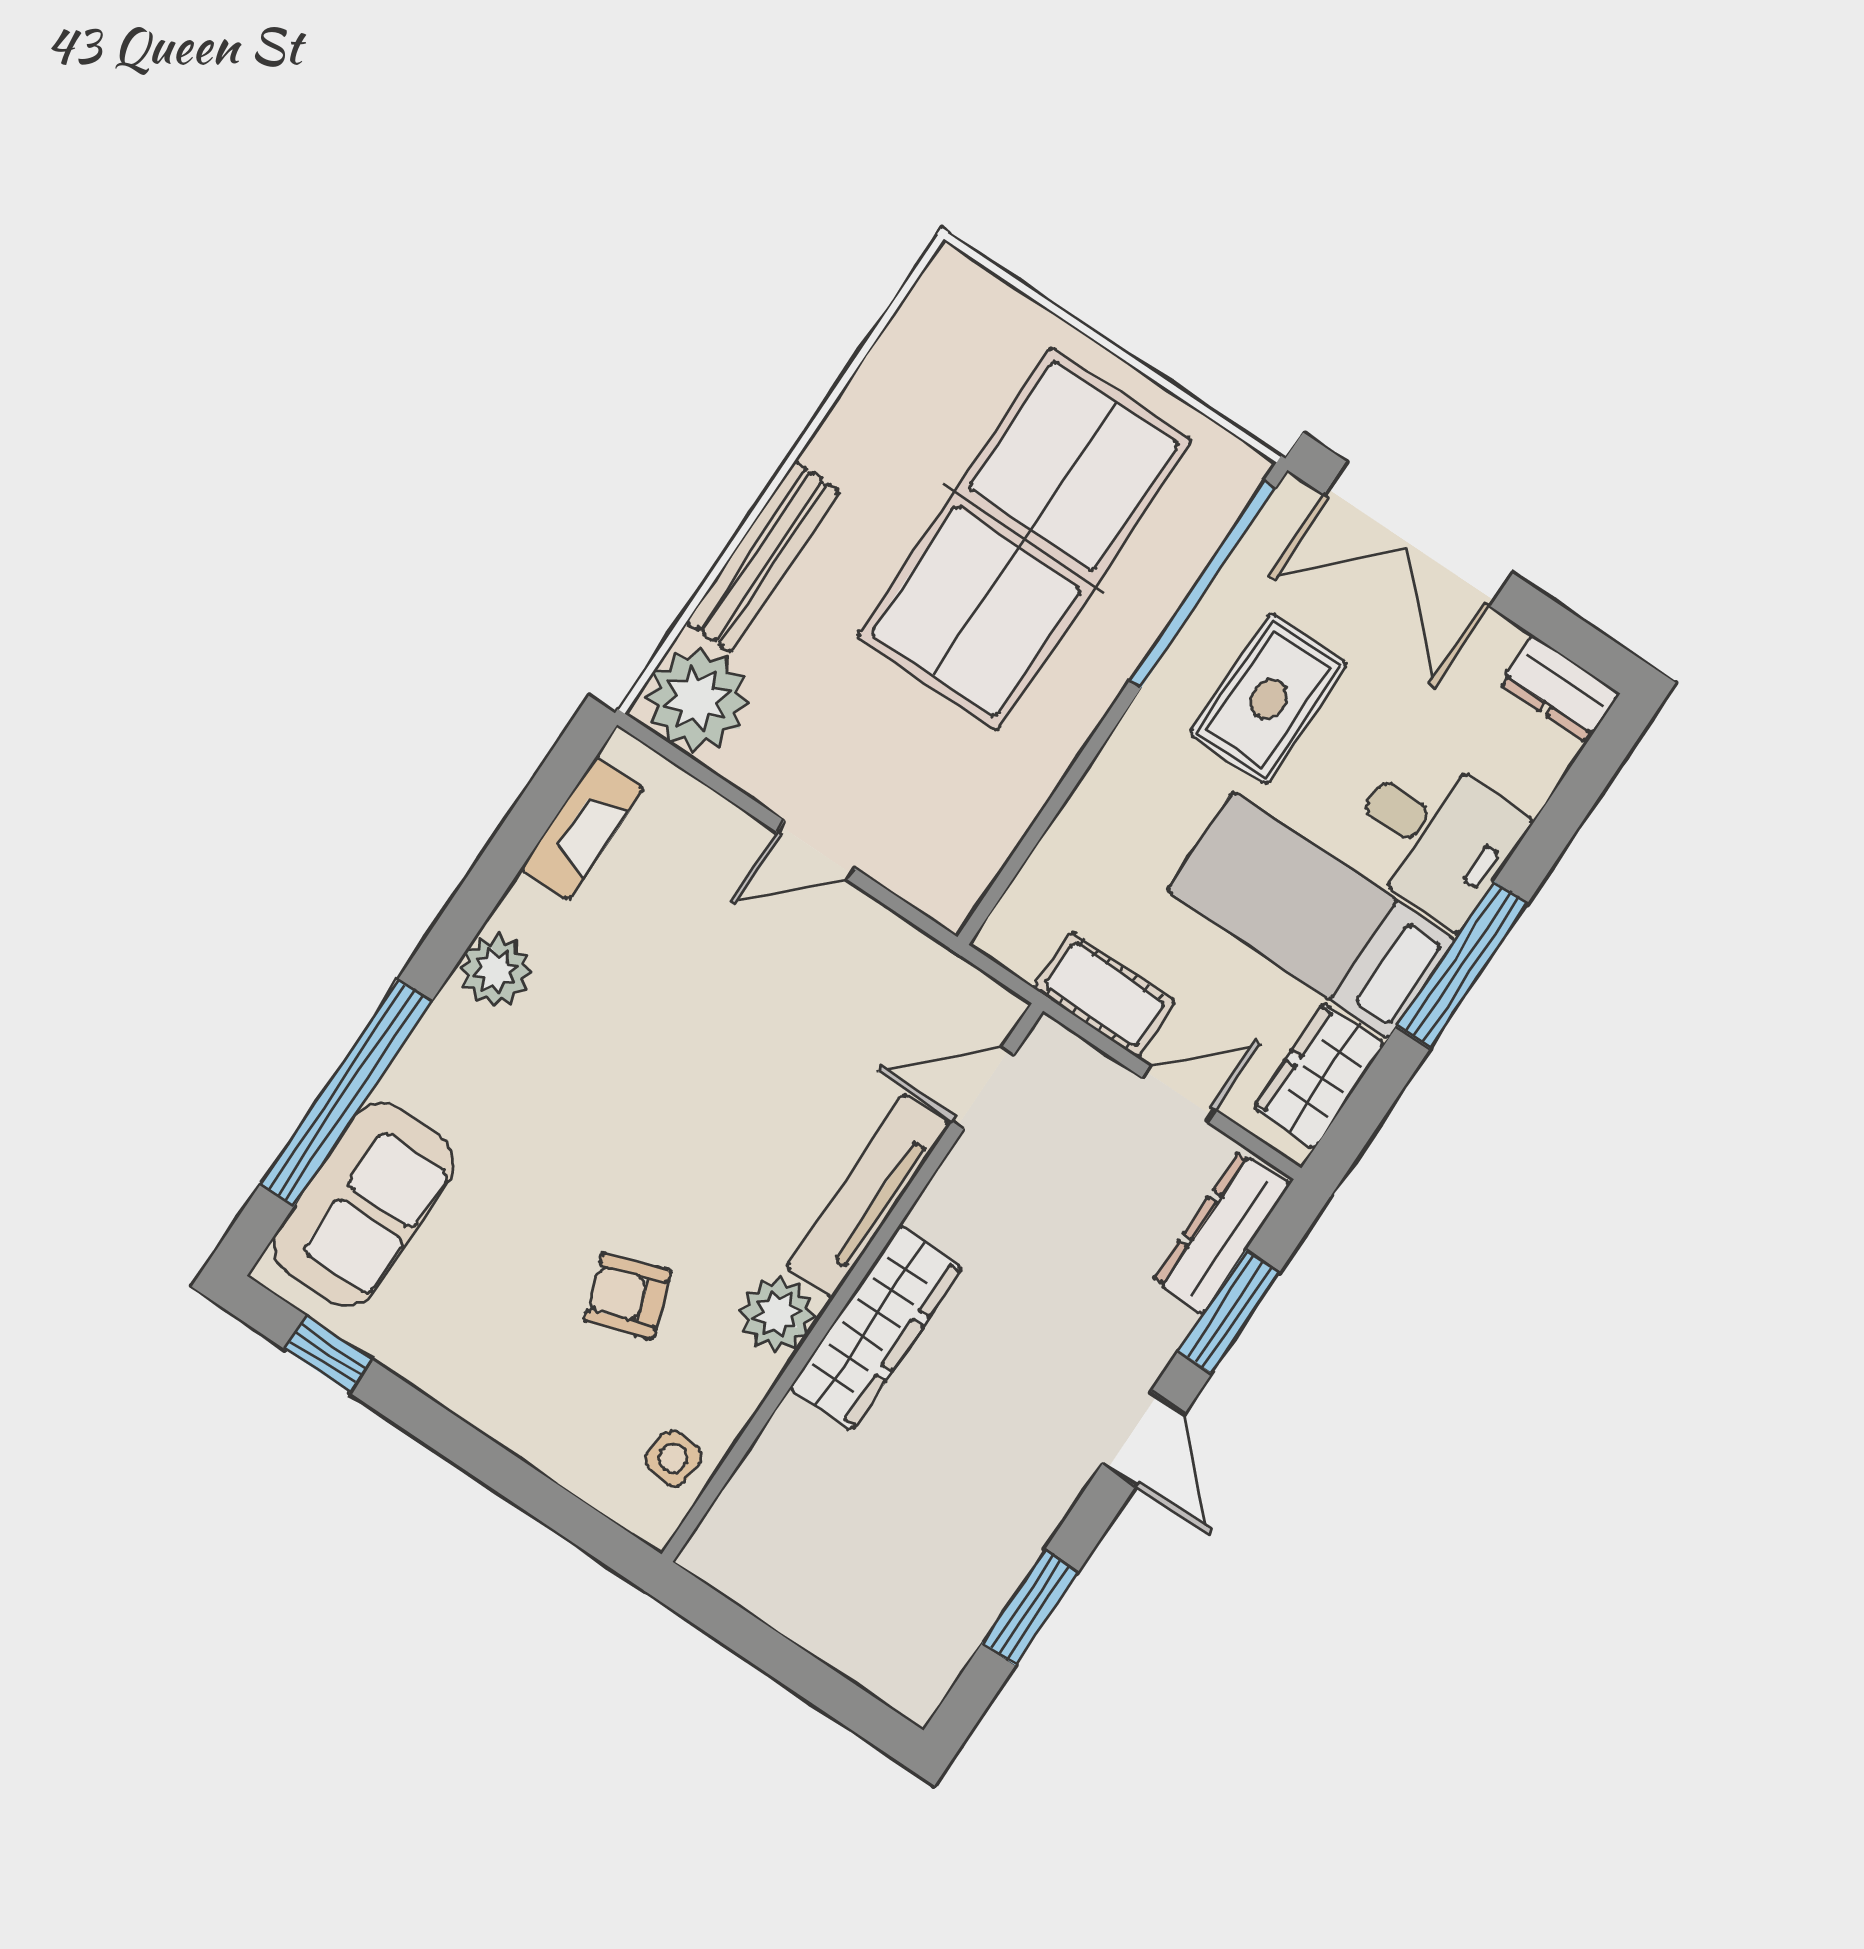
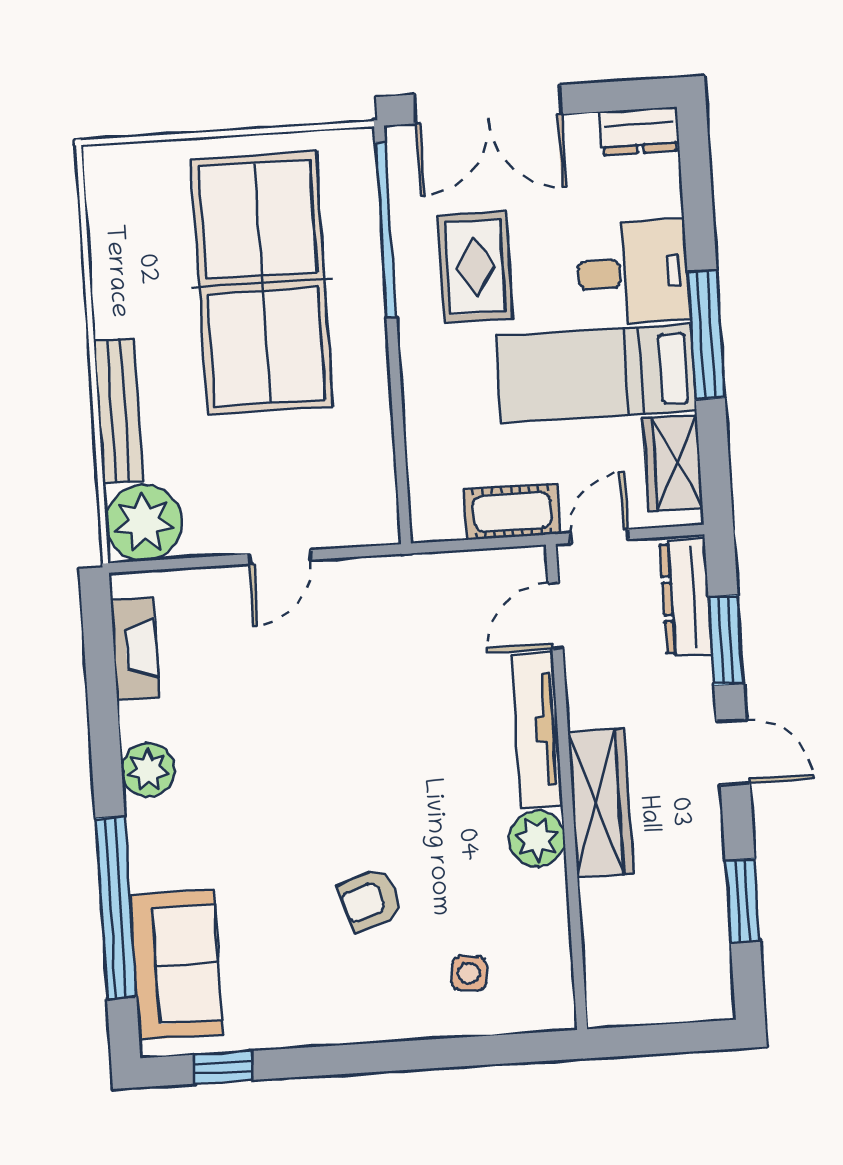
door: (983, 1088) -> (555, 615), moved
tv unit: (868, 1196) -> (537, 730), moved
wall: (852, 1283) -> (566, 787), moved
plant: (777, 1314) -> (537, 839), moved
wardrobe: (876, 1328) -> (600, 803), moved

